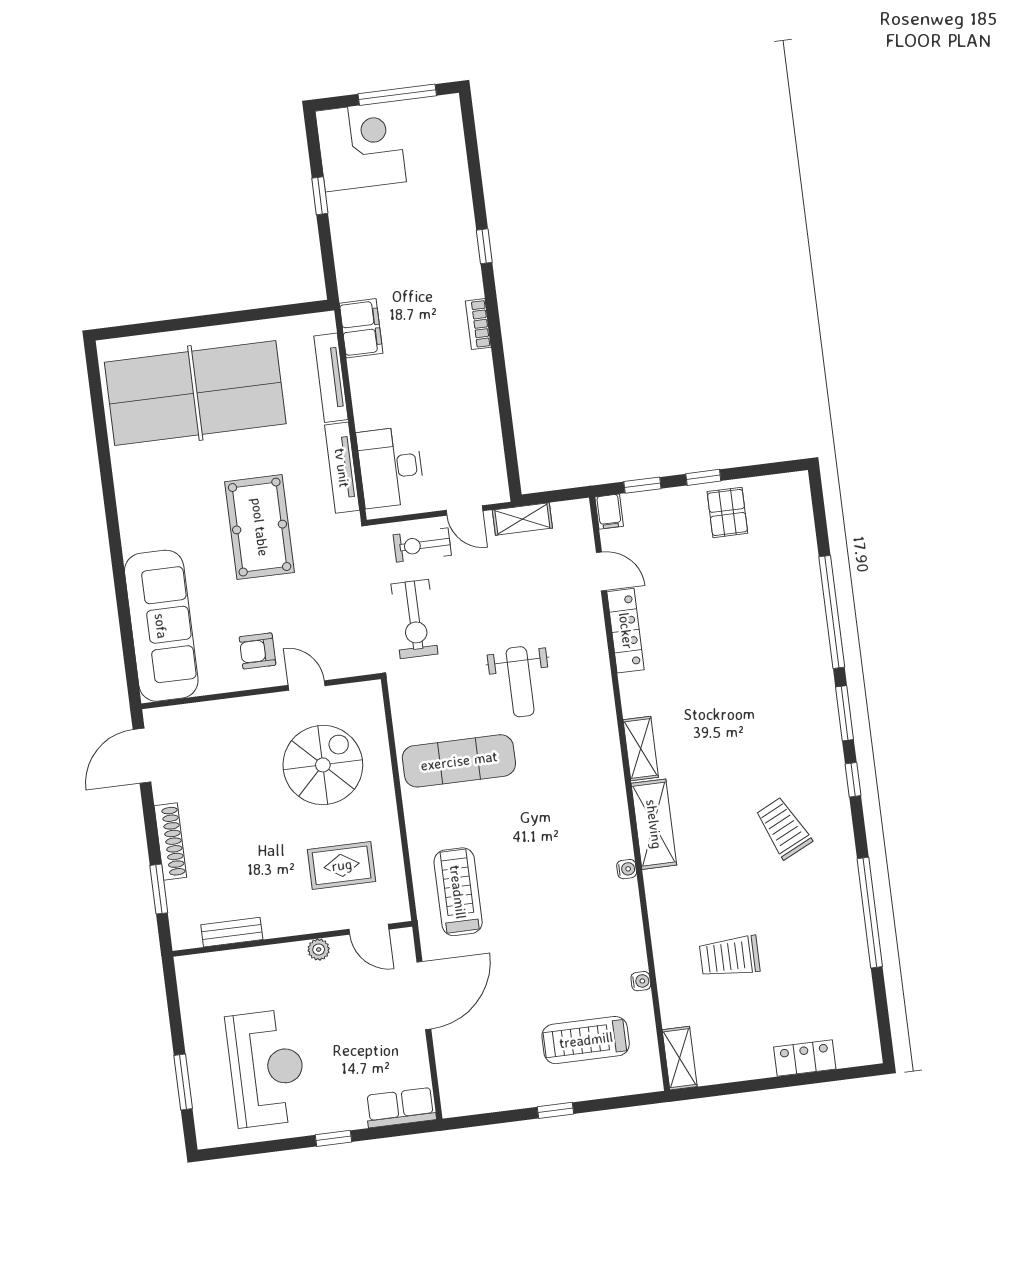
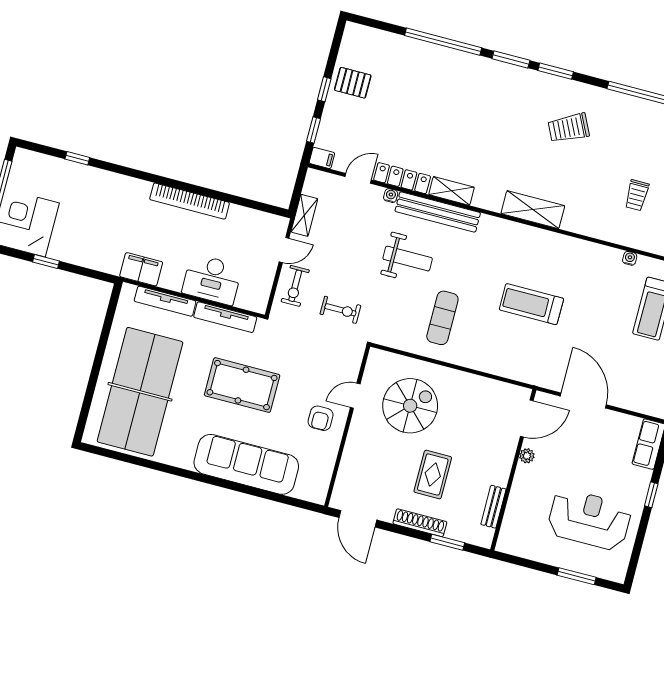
window: (484, 246) -> (77, 158), moved
bookcase: (478, 324) -> (190, 201), width x2.31, depth x1.31
desk: (391, 467) -> (212, 279), moved
exercise bike: (414, 619) -> (340, 310), width x0.73, depth x0.72
sofa: (161, 626) -> (246, 464), moved
bench: (599, 697) -> (438, 212), added
shelving: (641, 749) -> (452, 191), moved
exercise mat: (459, 761) -> (442, 318), width x0.73, depth x0.69
spiral stairs: (323, 765) -> (410, 406), turned 90
window: (853, 780) -> (556, 71), width x1.50
rug: (342, 865) -> (433, 475), moved
water cooler: (627, 869) -> (391, 196), moved
treadmill: (458, 892) -> (531, 304), moved
door: (369, 929) -> (527, 418), width x1.38
trolley: (730, 957) -> (637, 195), width x0.73, depth x0.72

